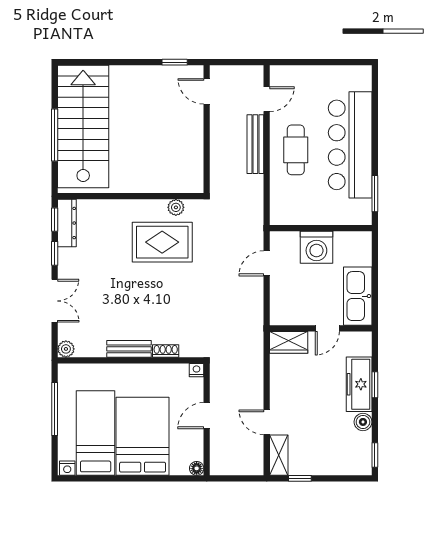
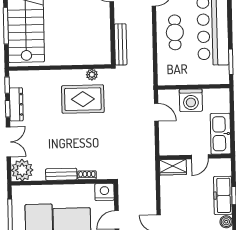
bench: (255, 144) -> (121, 44), moved
dresser: (67, 223) -> (16, 104), moved
door: (267, 263) -> (156, 112), swing flipped
plant: (66, 349) -> (22, 170), width x1.87, depth x1.87
nightstand: (196, 370) -> (104, 192), width x1.89, depth x1.79

